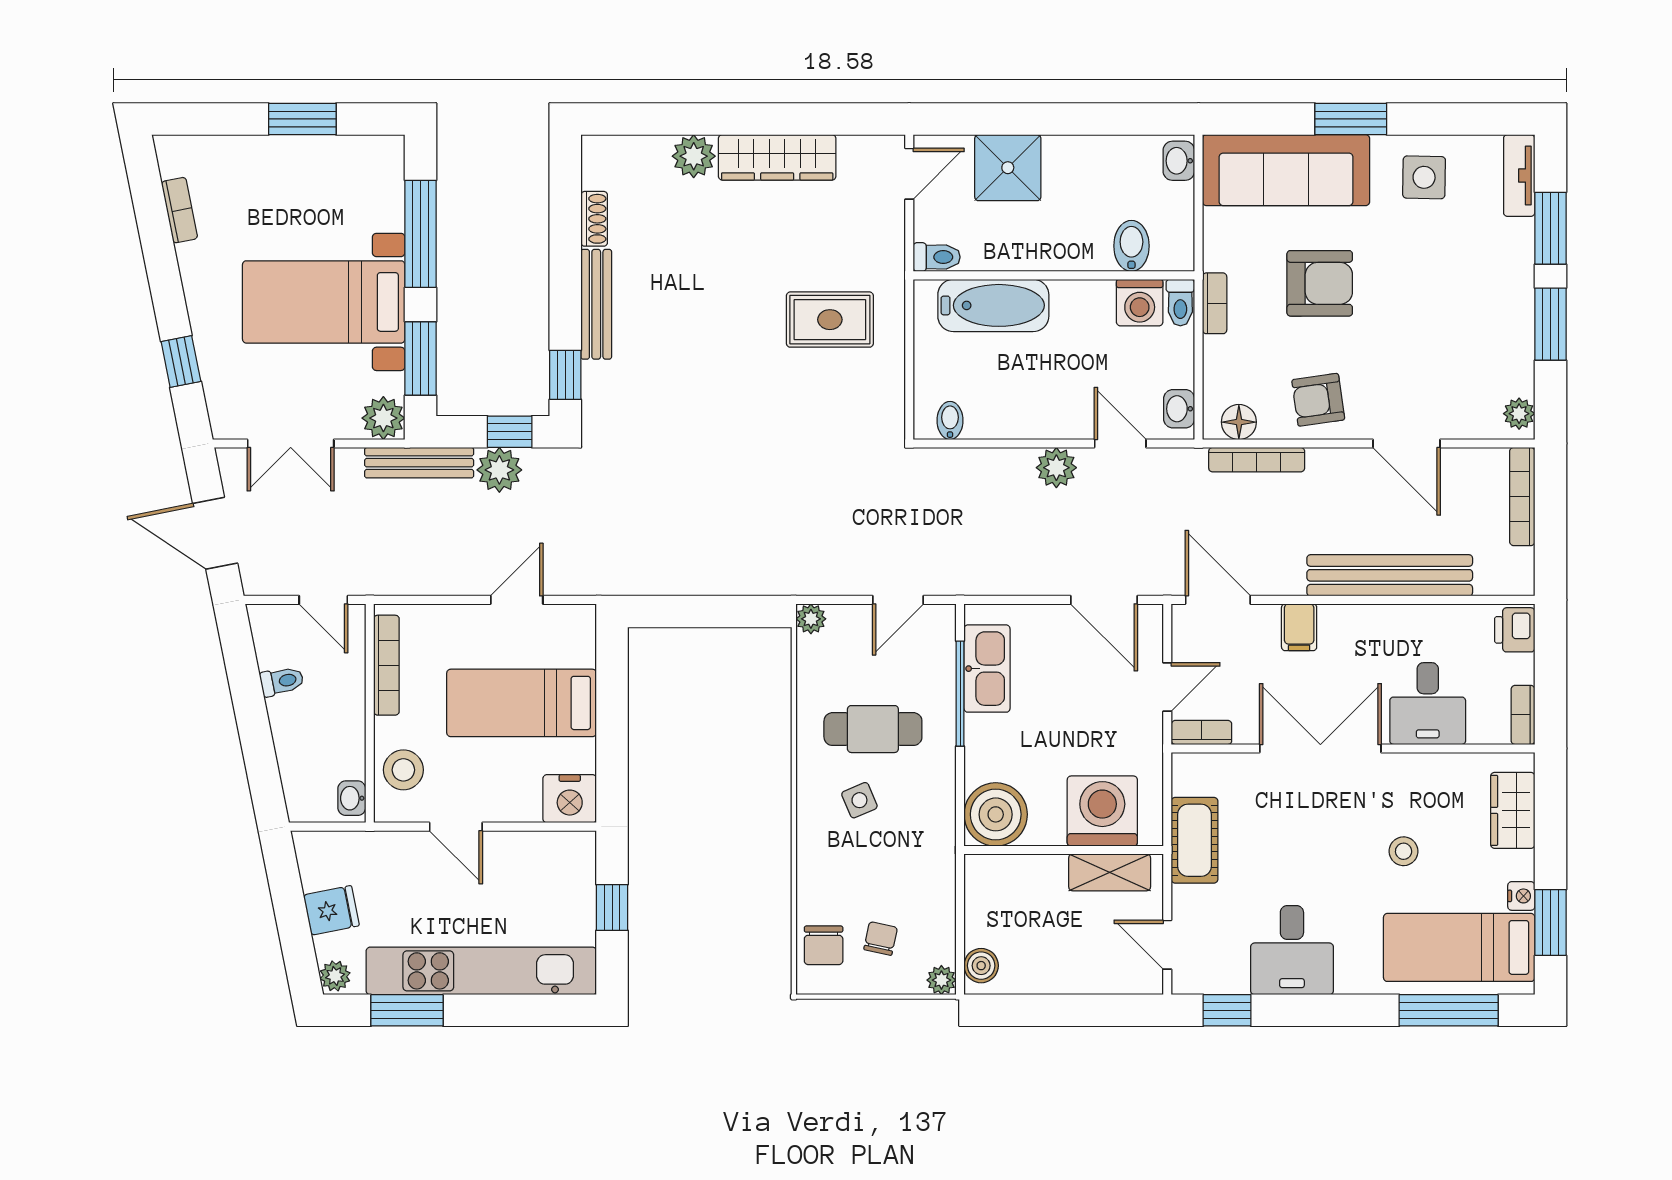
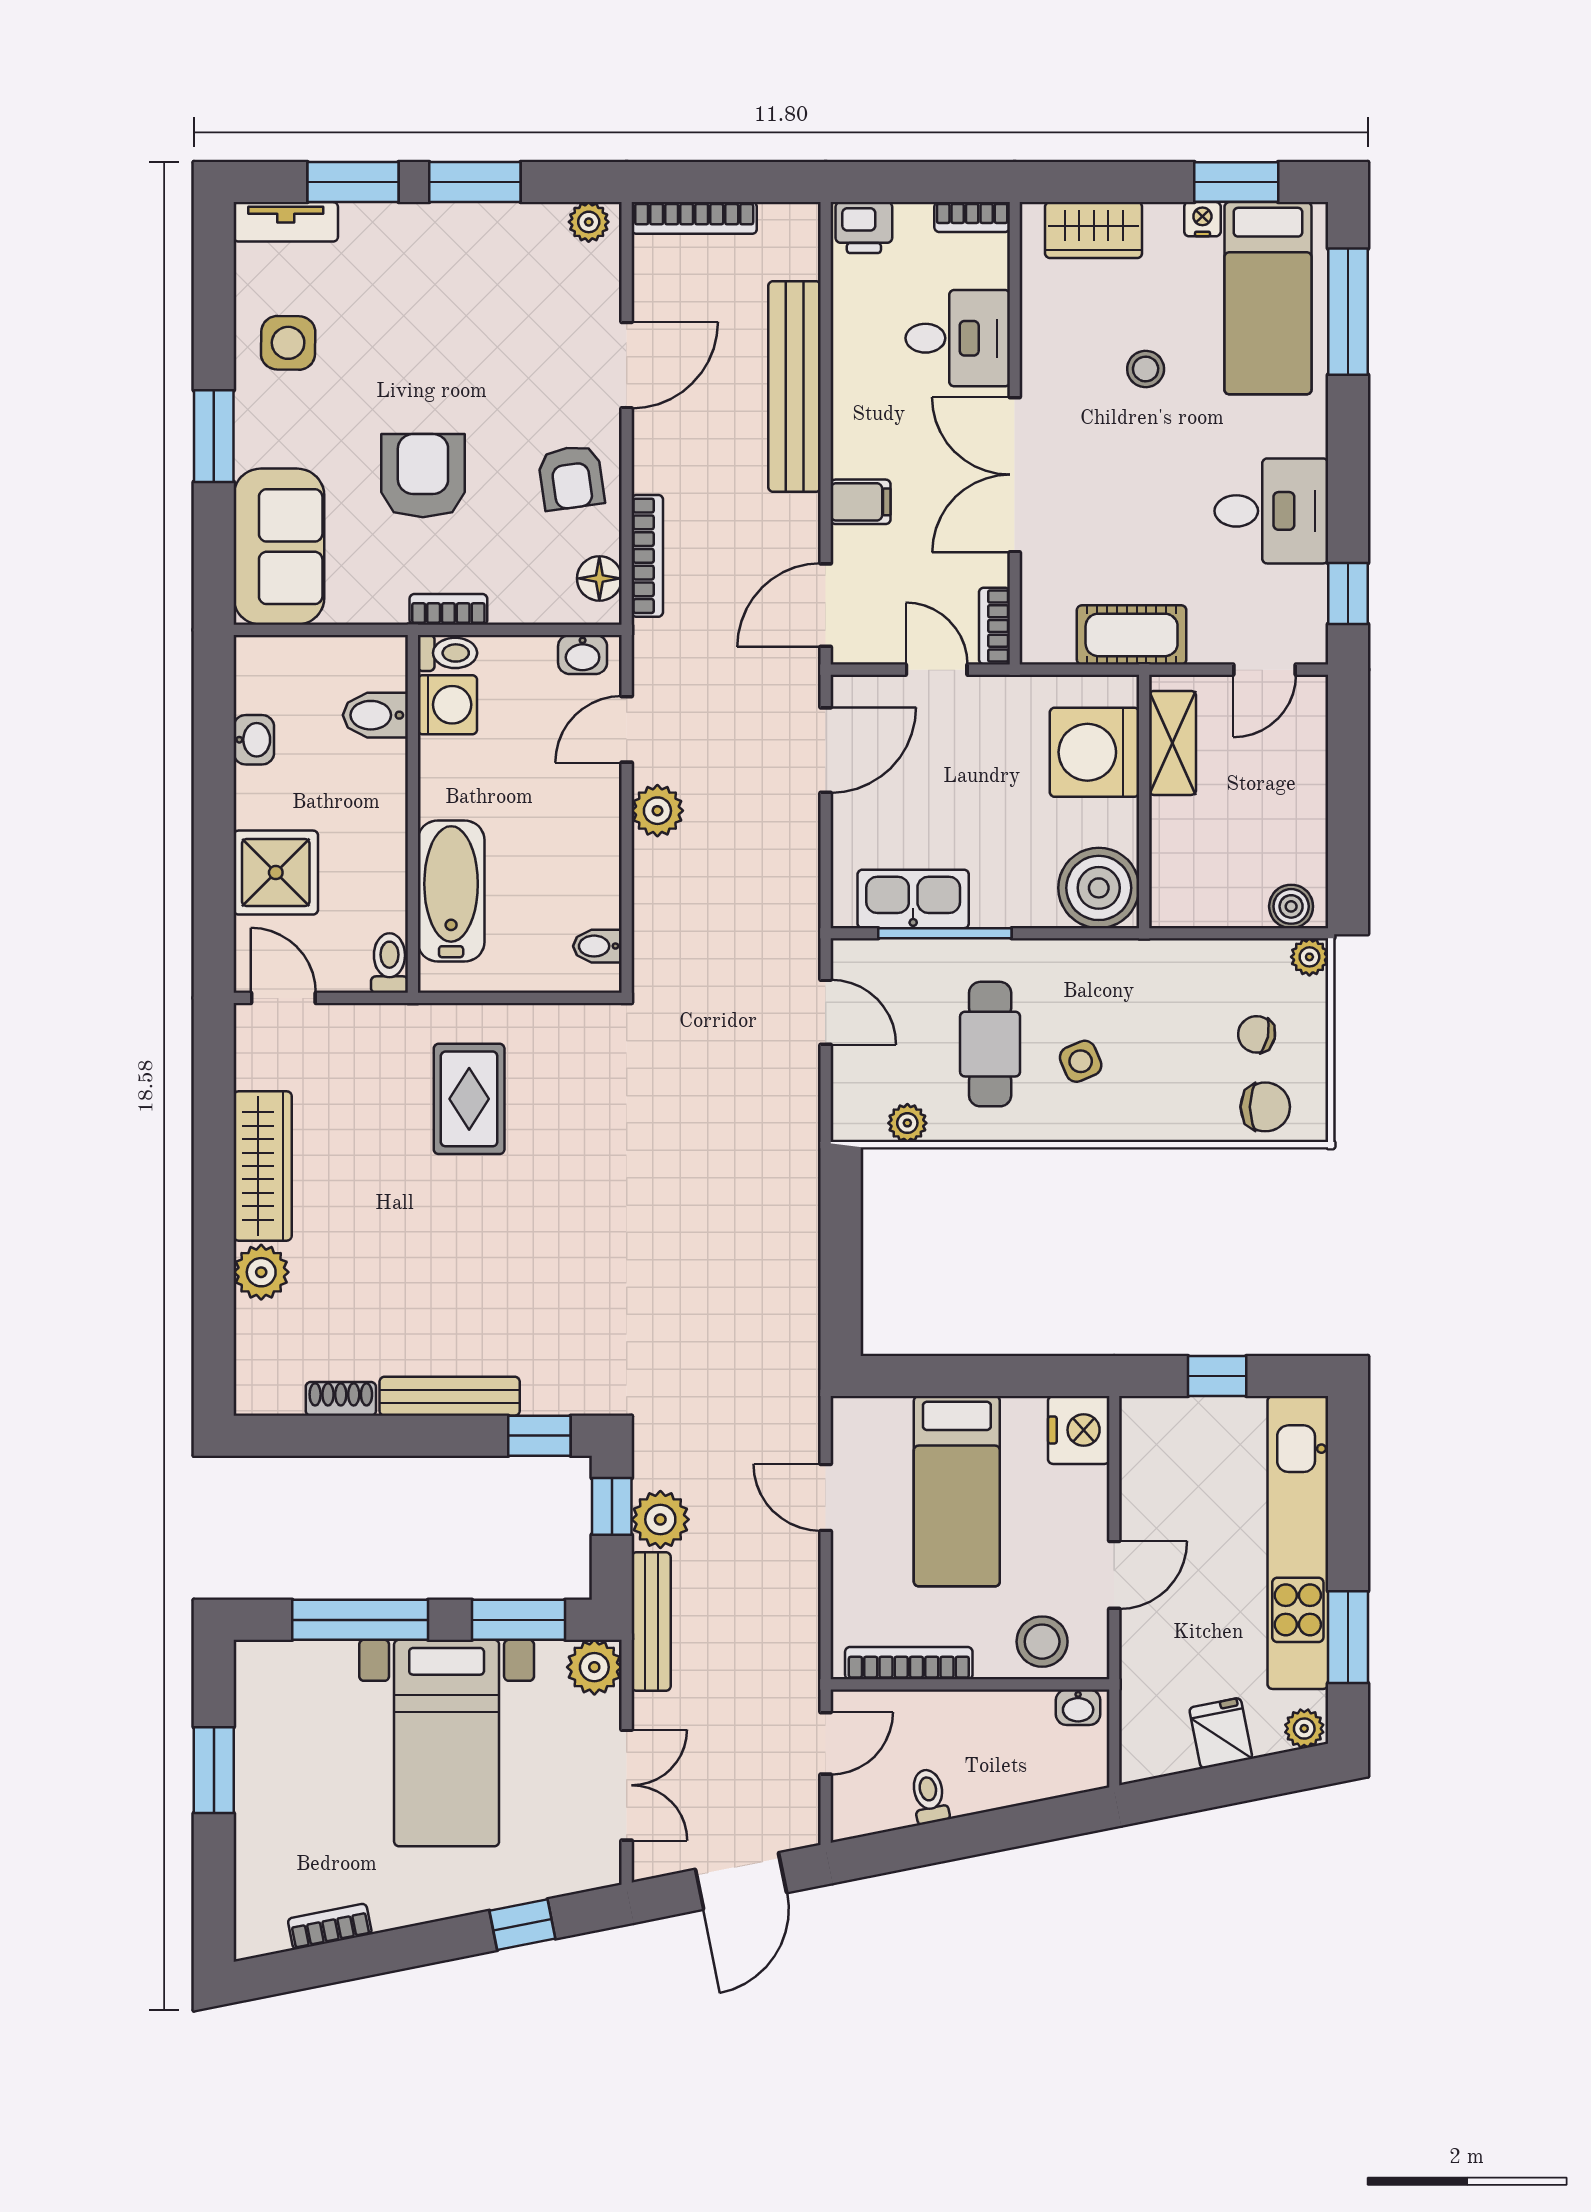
washbasin: (1179, 161) -> (254, 740), moved, turned -90
sofa: (1286, 170) -> (279, 547), width x0.73
plant: (811, 619) -> (907, 1123), moved

